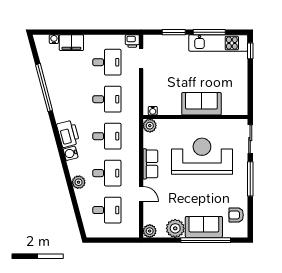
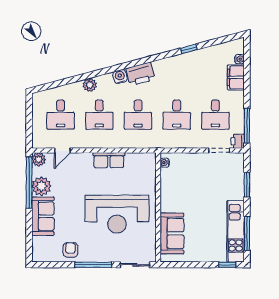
window: (117, 32) -> (247, 126), added
window: (209, 32) -> (247, 233), moved
window: (44, 88) -> (189, 49), width x0.32
sofa: (201, 104) -> (172, 233), moved
plant: (150, 126) -> (149, 160), removed
reception desk: (202, 156) -> (117, 214), turned 90
door: (141, 194) -> (62, 151), moved
armchair: (236, 215) -> (70, 250), moved
window: (206, 240) -> (29, 183), moved

